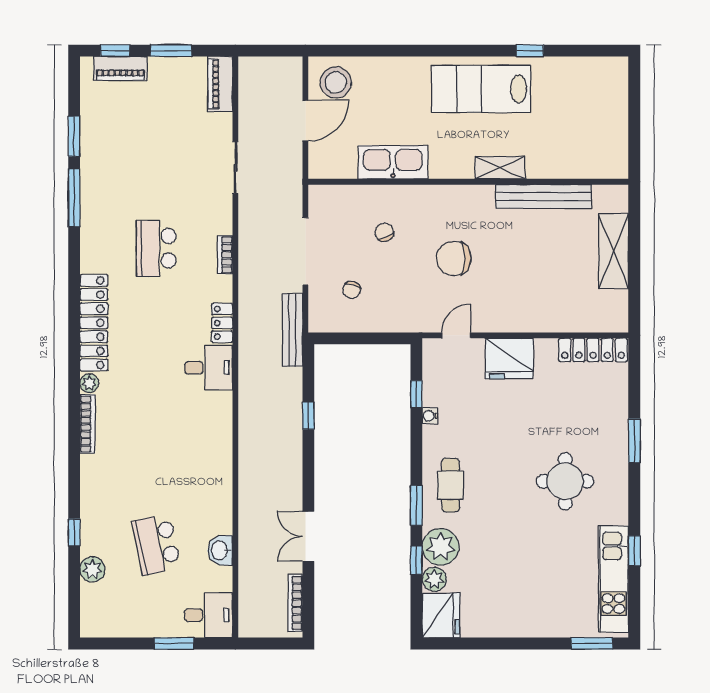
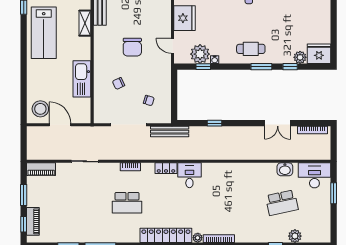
plant: (441, 547) -> (200, 54), moved
desk: (208, 615) -> (314, 175), width x1.37

